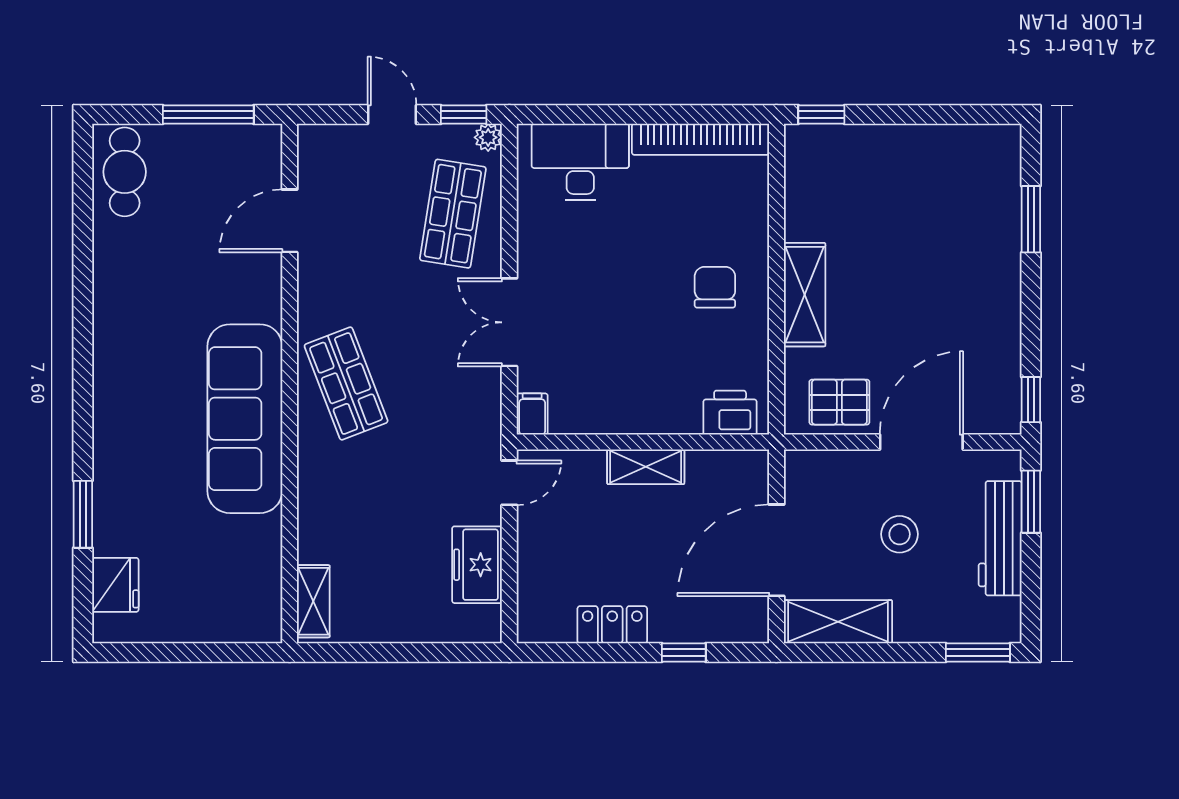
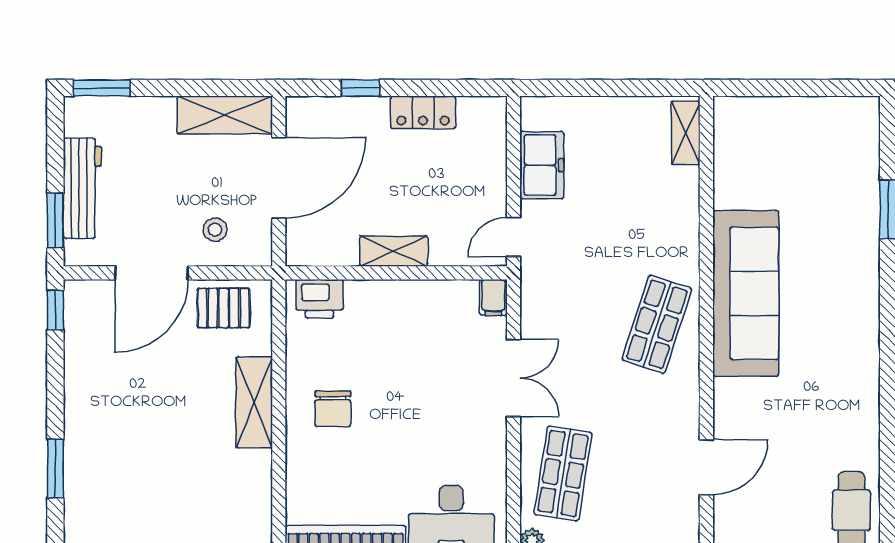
shop shelf: (346, 383) -> (657, 324), turned 39
stool: (900, 534) -> (215, 230), moved, width x0.73, depth x0.73
fridge: (115, 585) -> (860, 147), removed

